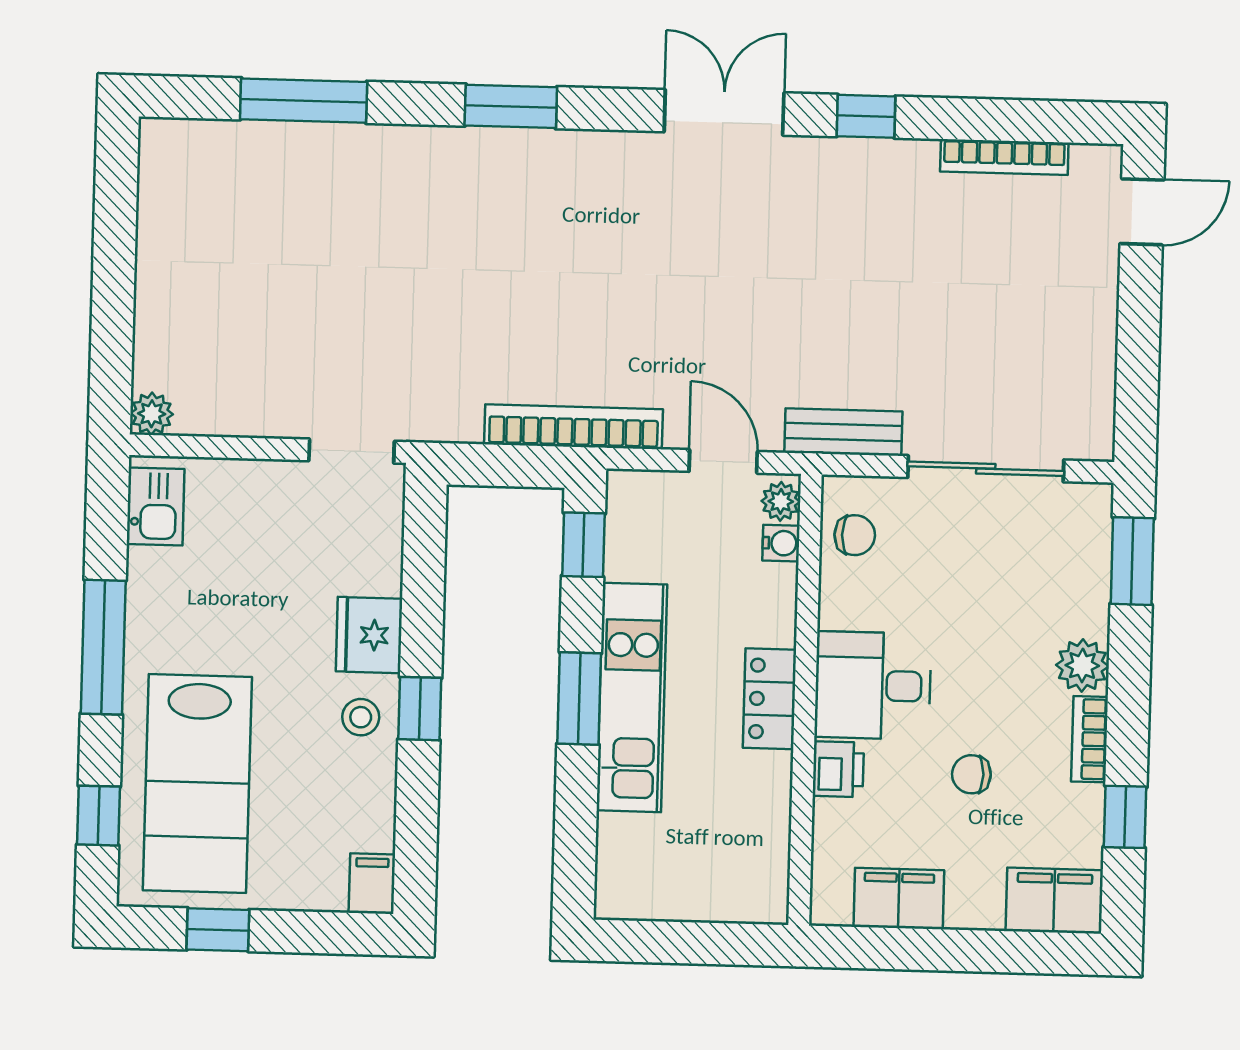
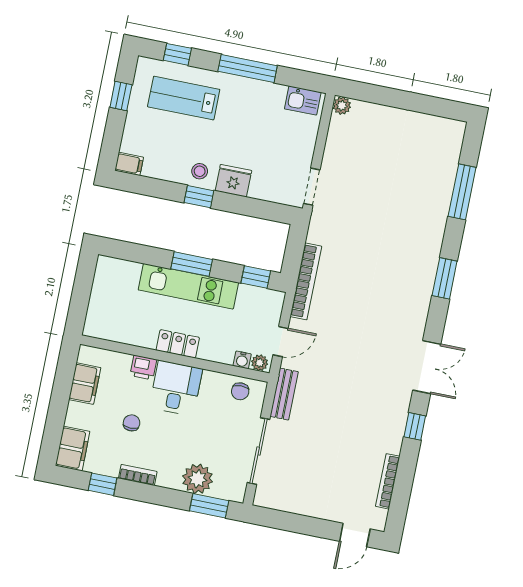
door: (1142, 212) -> (355, 535), hinge flipped
plant: (1082, 666) -> (198, 479), moved, width x1.36, depth x1.36
lab bench: (197, 784) -> (184, 98), width x0.73, depth x0.72

